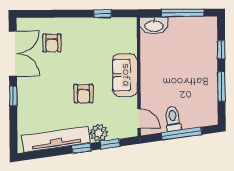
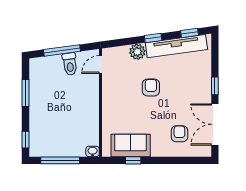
washbasin: (154, 25) -> (93, 151), width x0.52, depth x0.69
window: (221, 50) -> (26, 140), moved
sofa: (125, 75) -> (131, 145), moved, turned -90
door: (139, 118) -> (101, 65), hinge flipped
window: (110, 144) -> (189, 33), moved

